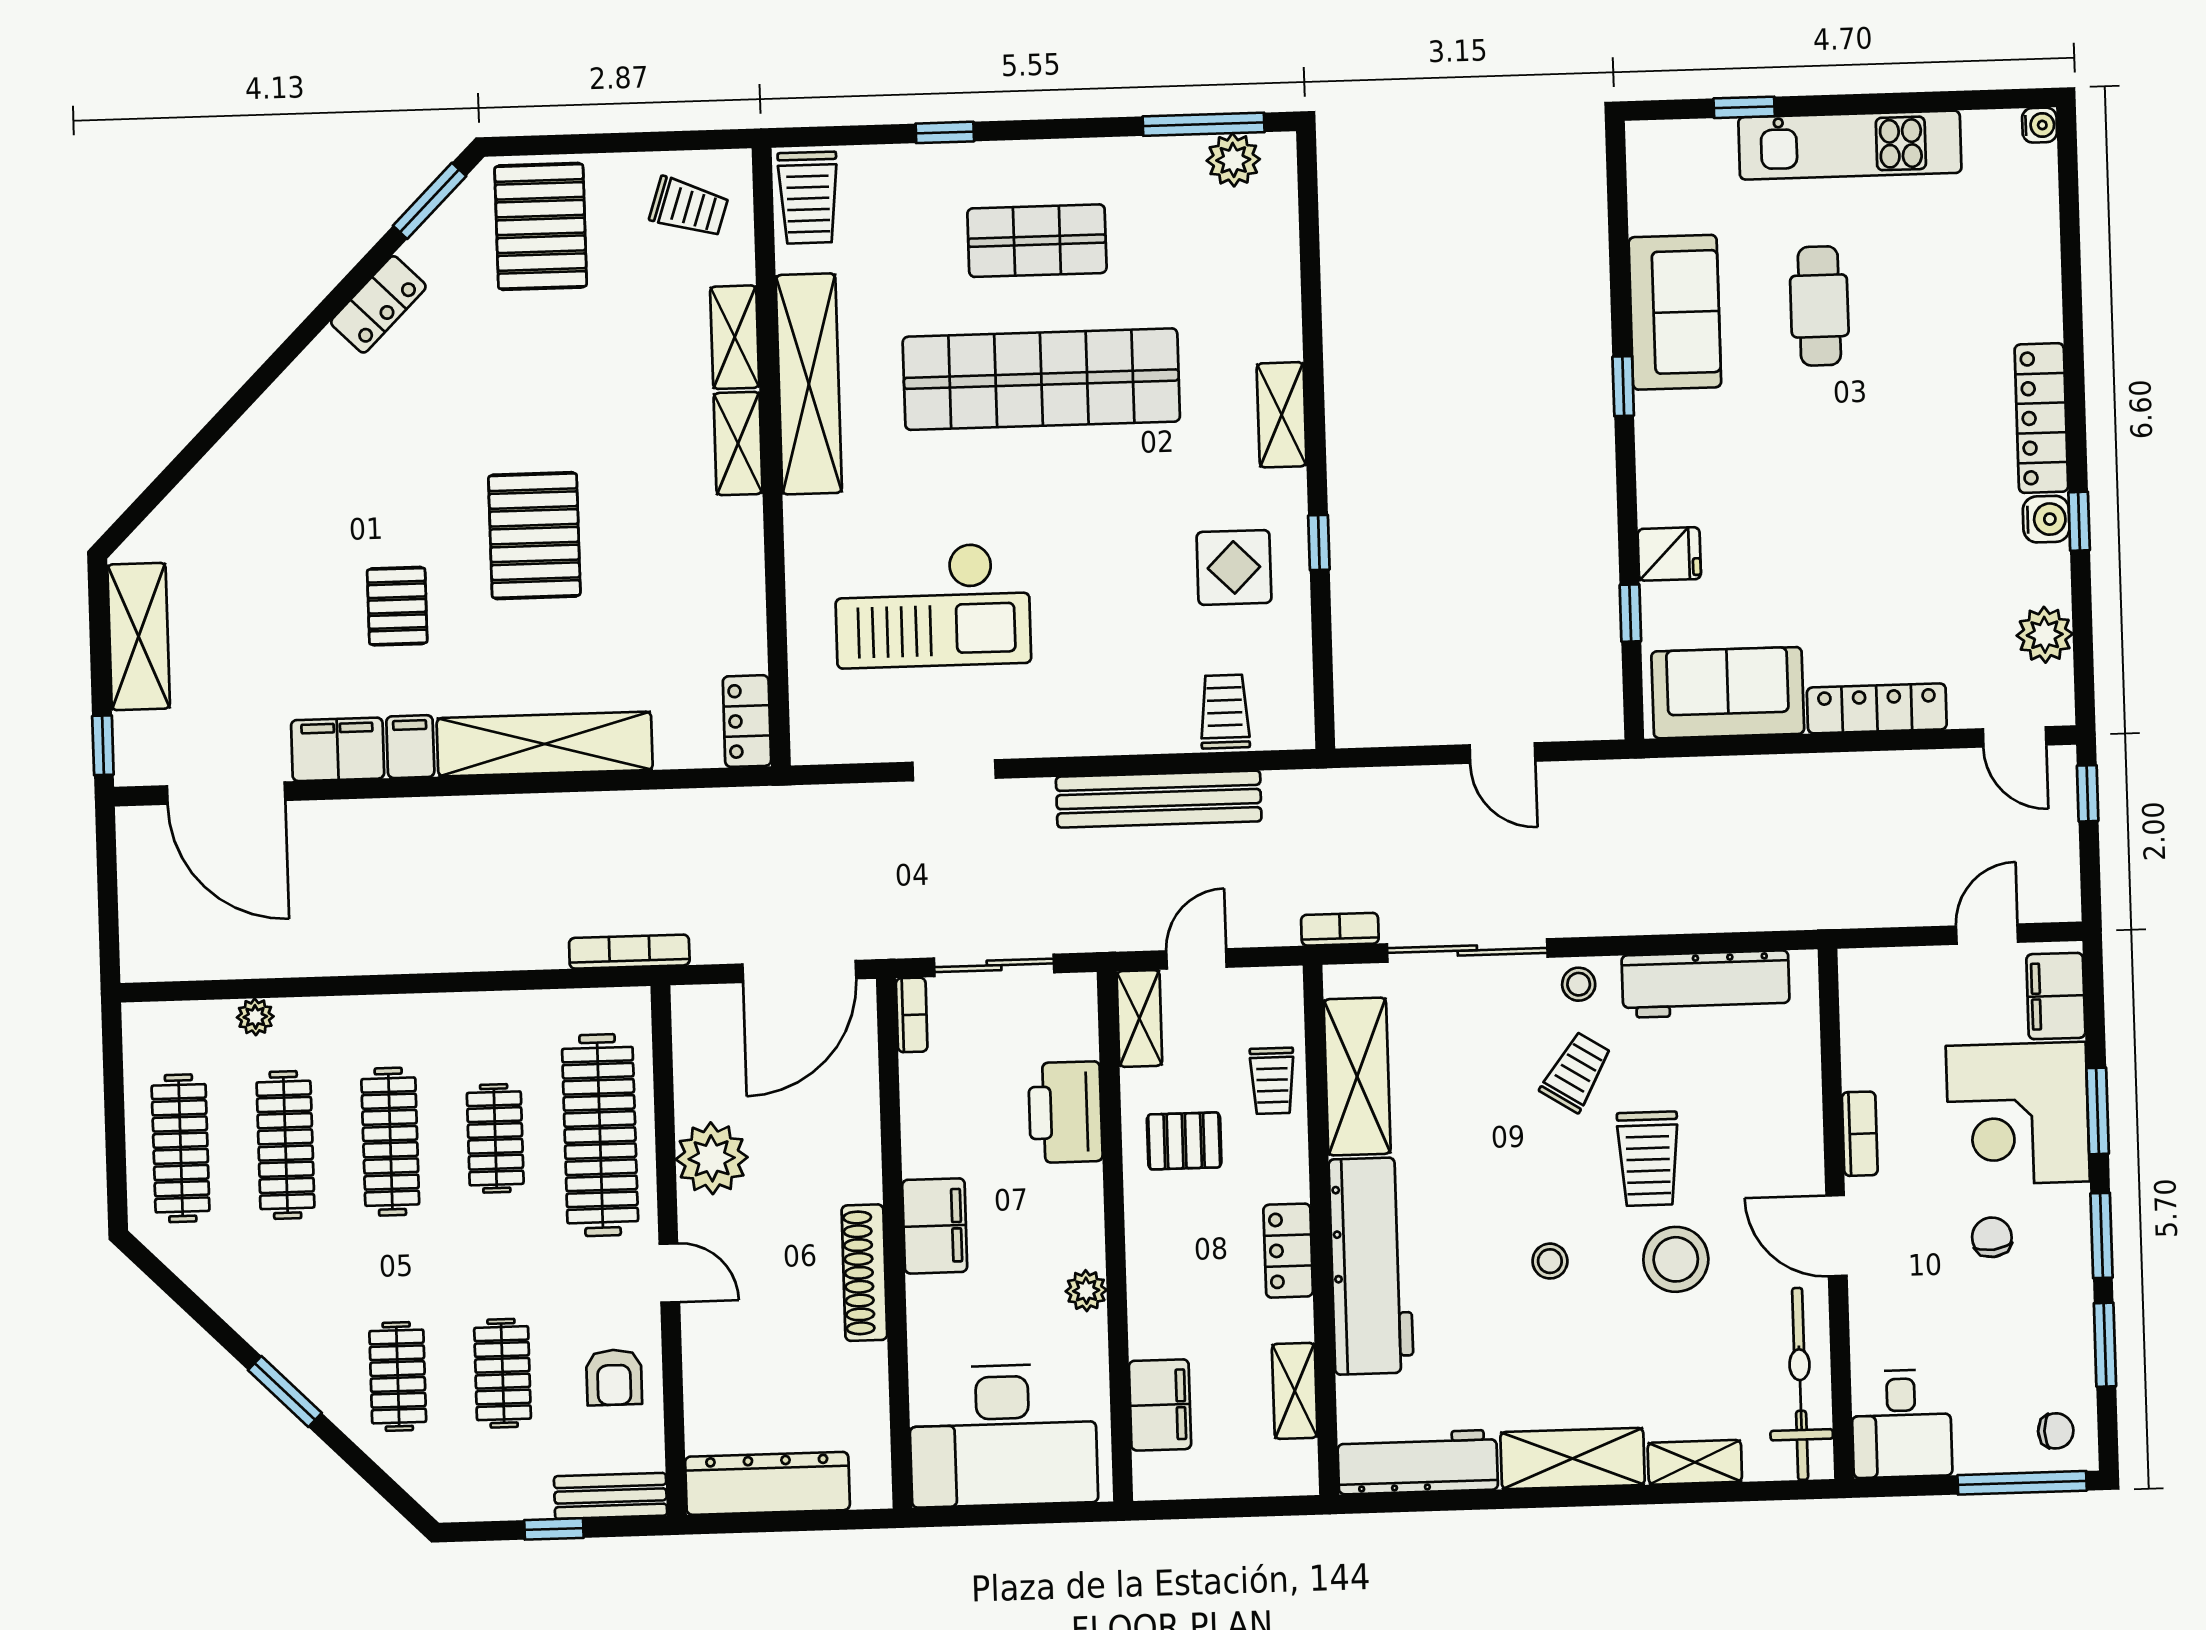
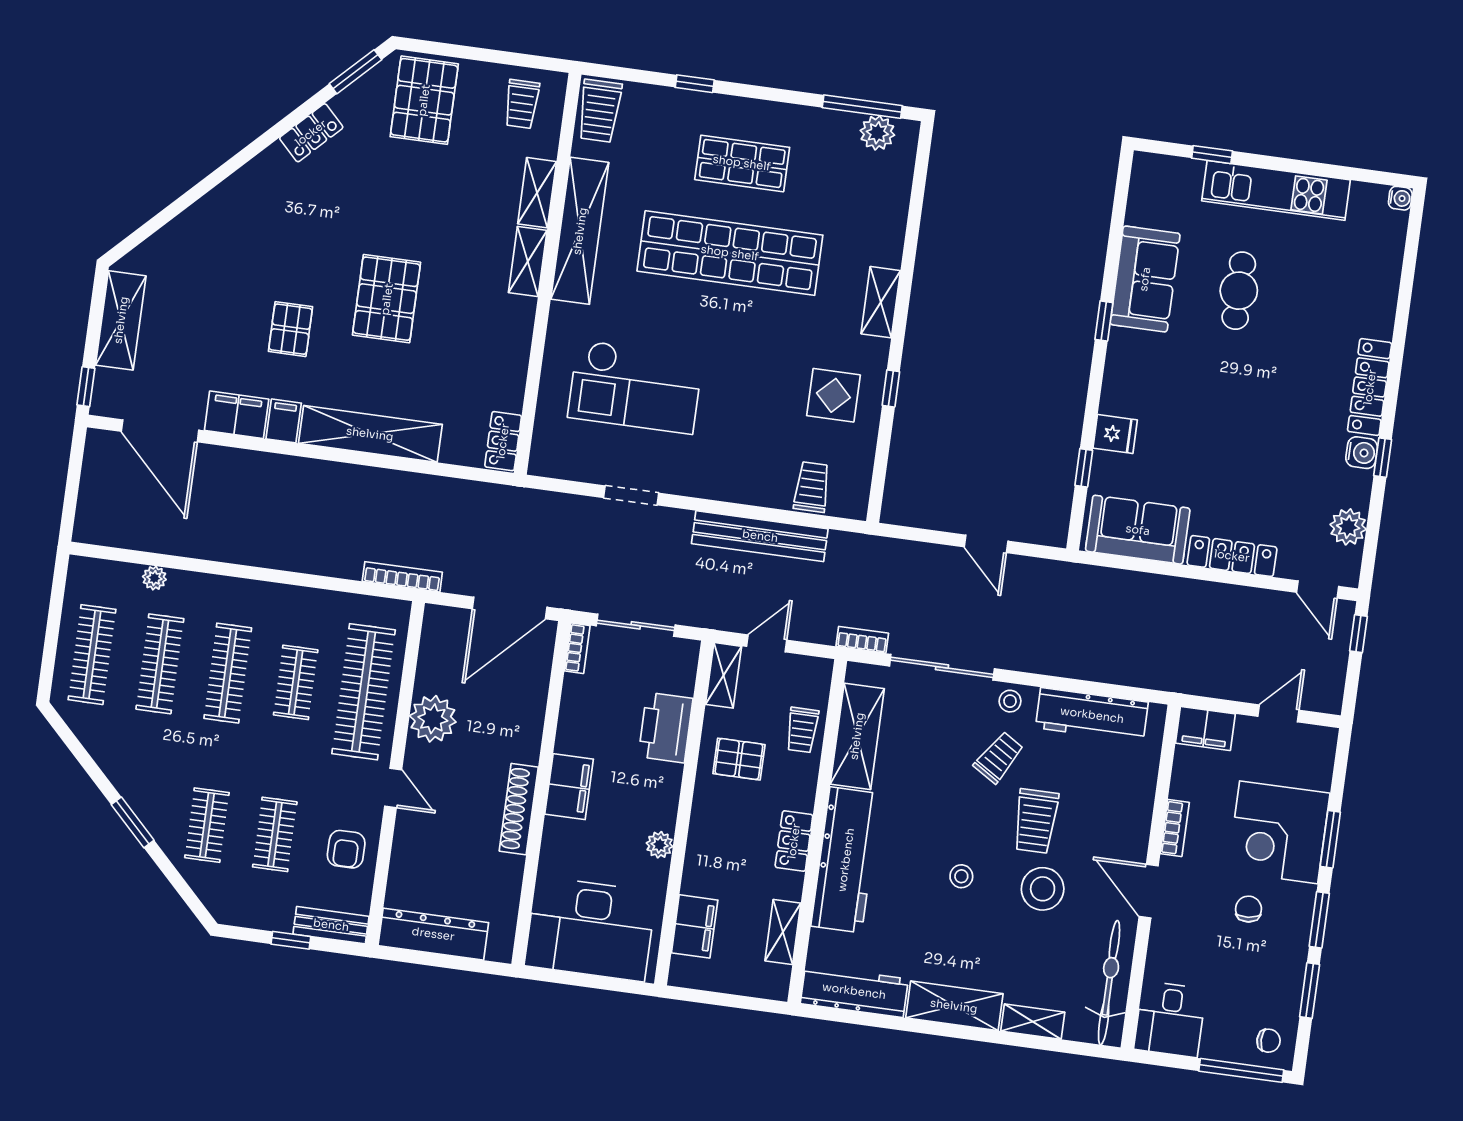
trolley: (689, 207) -> (522, 104), turned 72
filing cabinet: (2056, 996) -> (1205, 729), moved, turned -90

